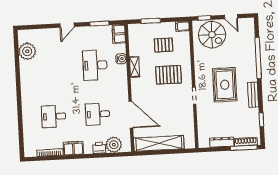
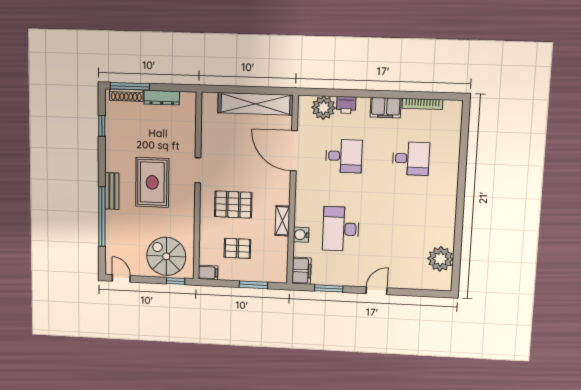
door: (231, 17) -> (121, 278), moved
desk: (95, 65) -> (341, 229), turned 180
bench: (253, 95) -> (112, 191), moved

